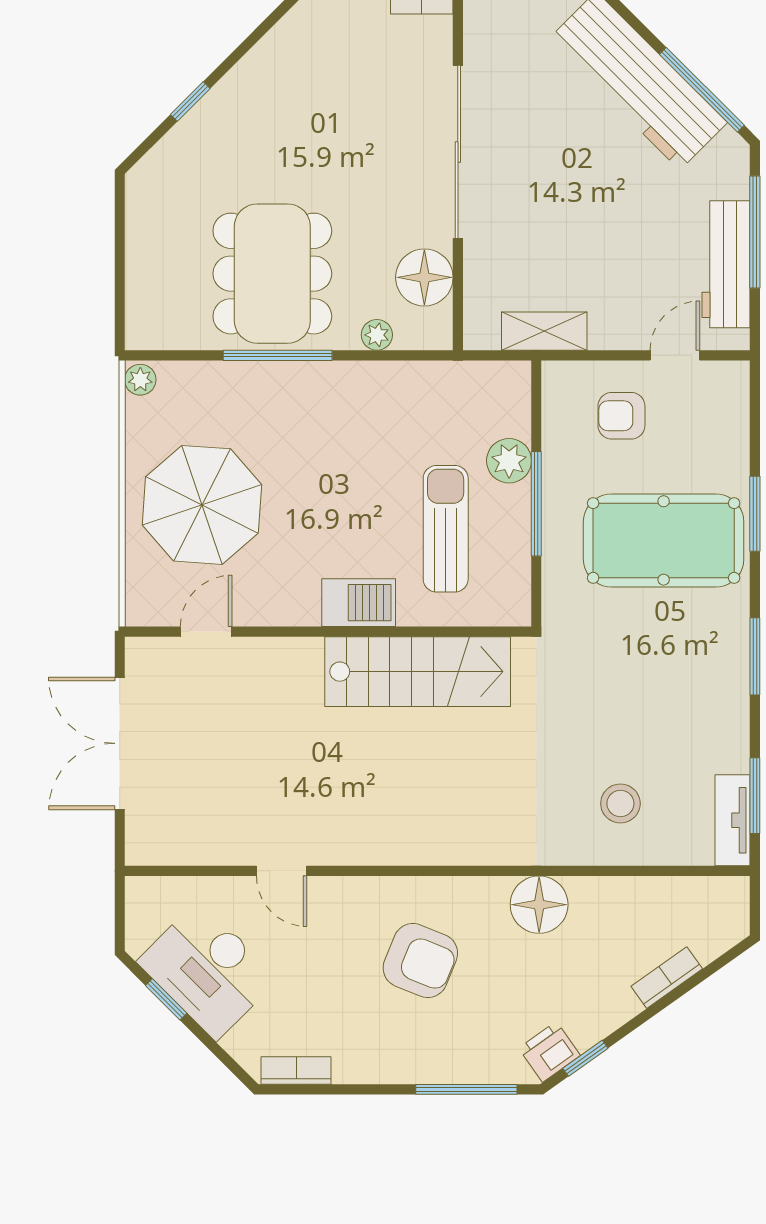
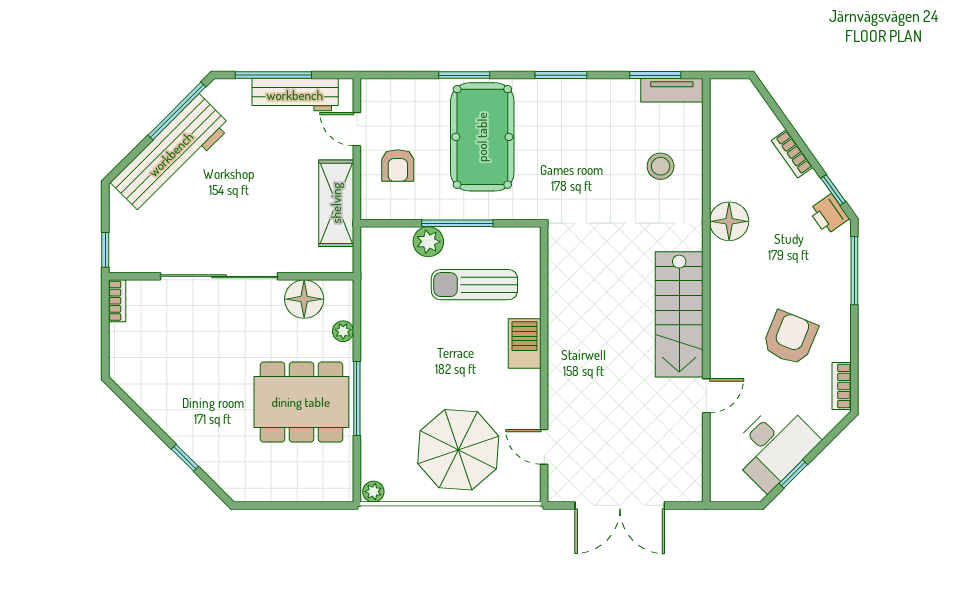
shelving: (544, 331) -> (336, 203), width x1.50, depth x1.33
stairs: (418, 672) -> (679, 314), moved, turned 180
armchair: (420, 961) -> (790, 338), moved
bookcase: (667, 978) -> (792, 154), moved

